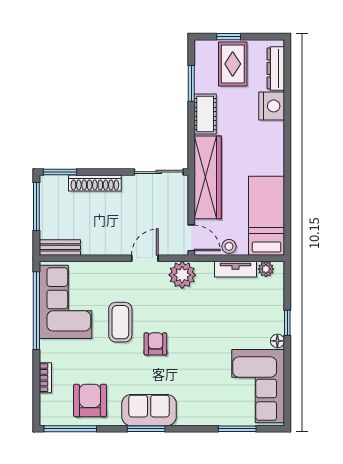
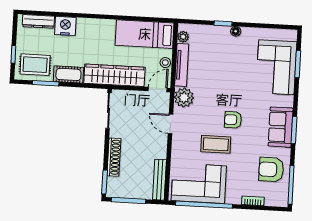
rug: (233, 64) -> (35, 65), moved
bench: (60, 247) -> (159, 180), width x1.36
tv unit: (236, 269) -> (182, 65), width x1.41
corner sofa: (258, 386) -> (276, 67), moved, turned 90

